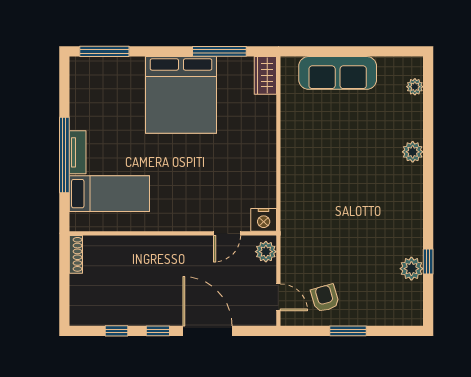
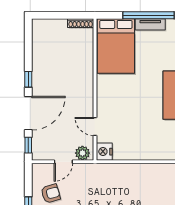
bed: (109, 194) -> (116, 46), width x1.50
door: (278, 297) -> (63, 162), moved
window: (116, 331) -> (28, 145), moved

